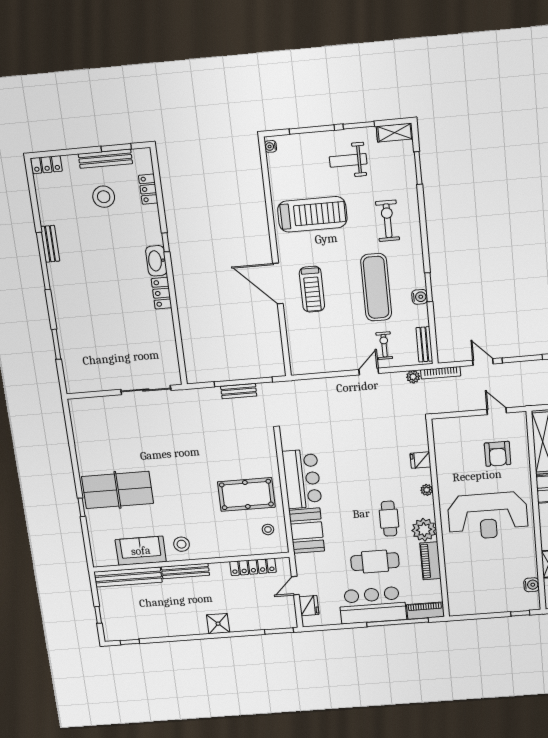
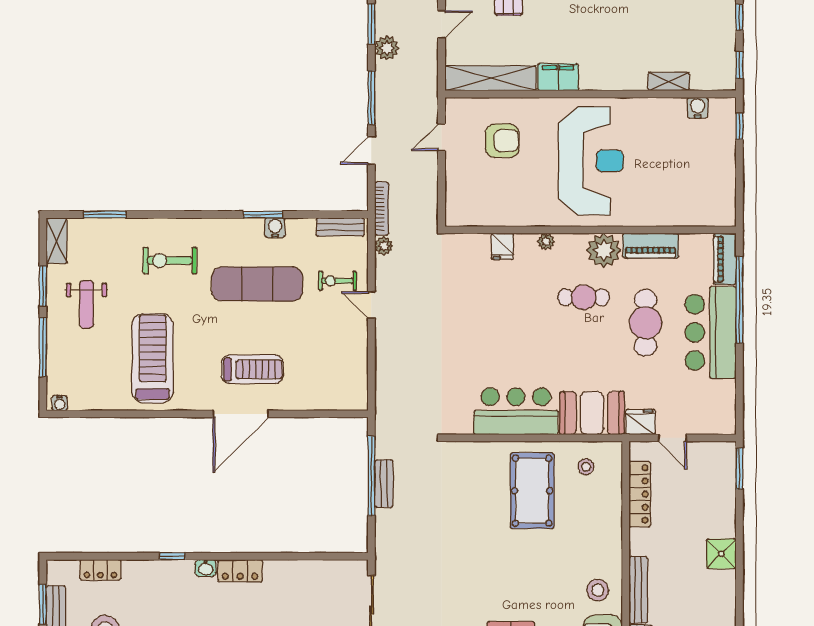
washbasin: (156, 261) -> (206, 568), width x0.52, depth x0.69
fridge: (309, 606) -> (641, 422), moved

